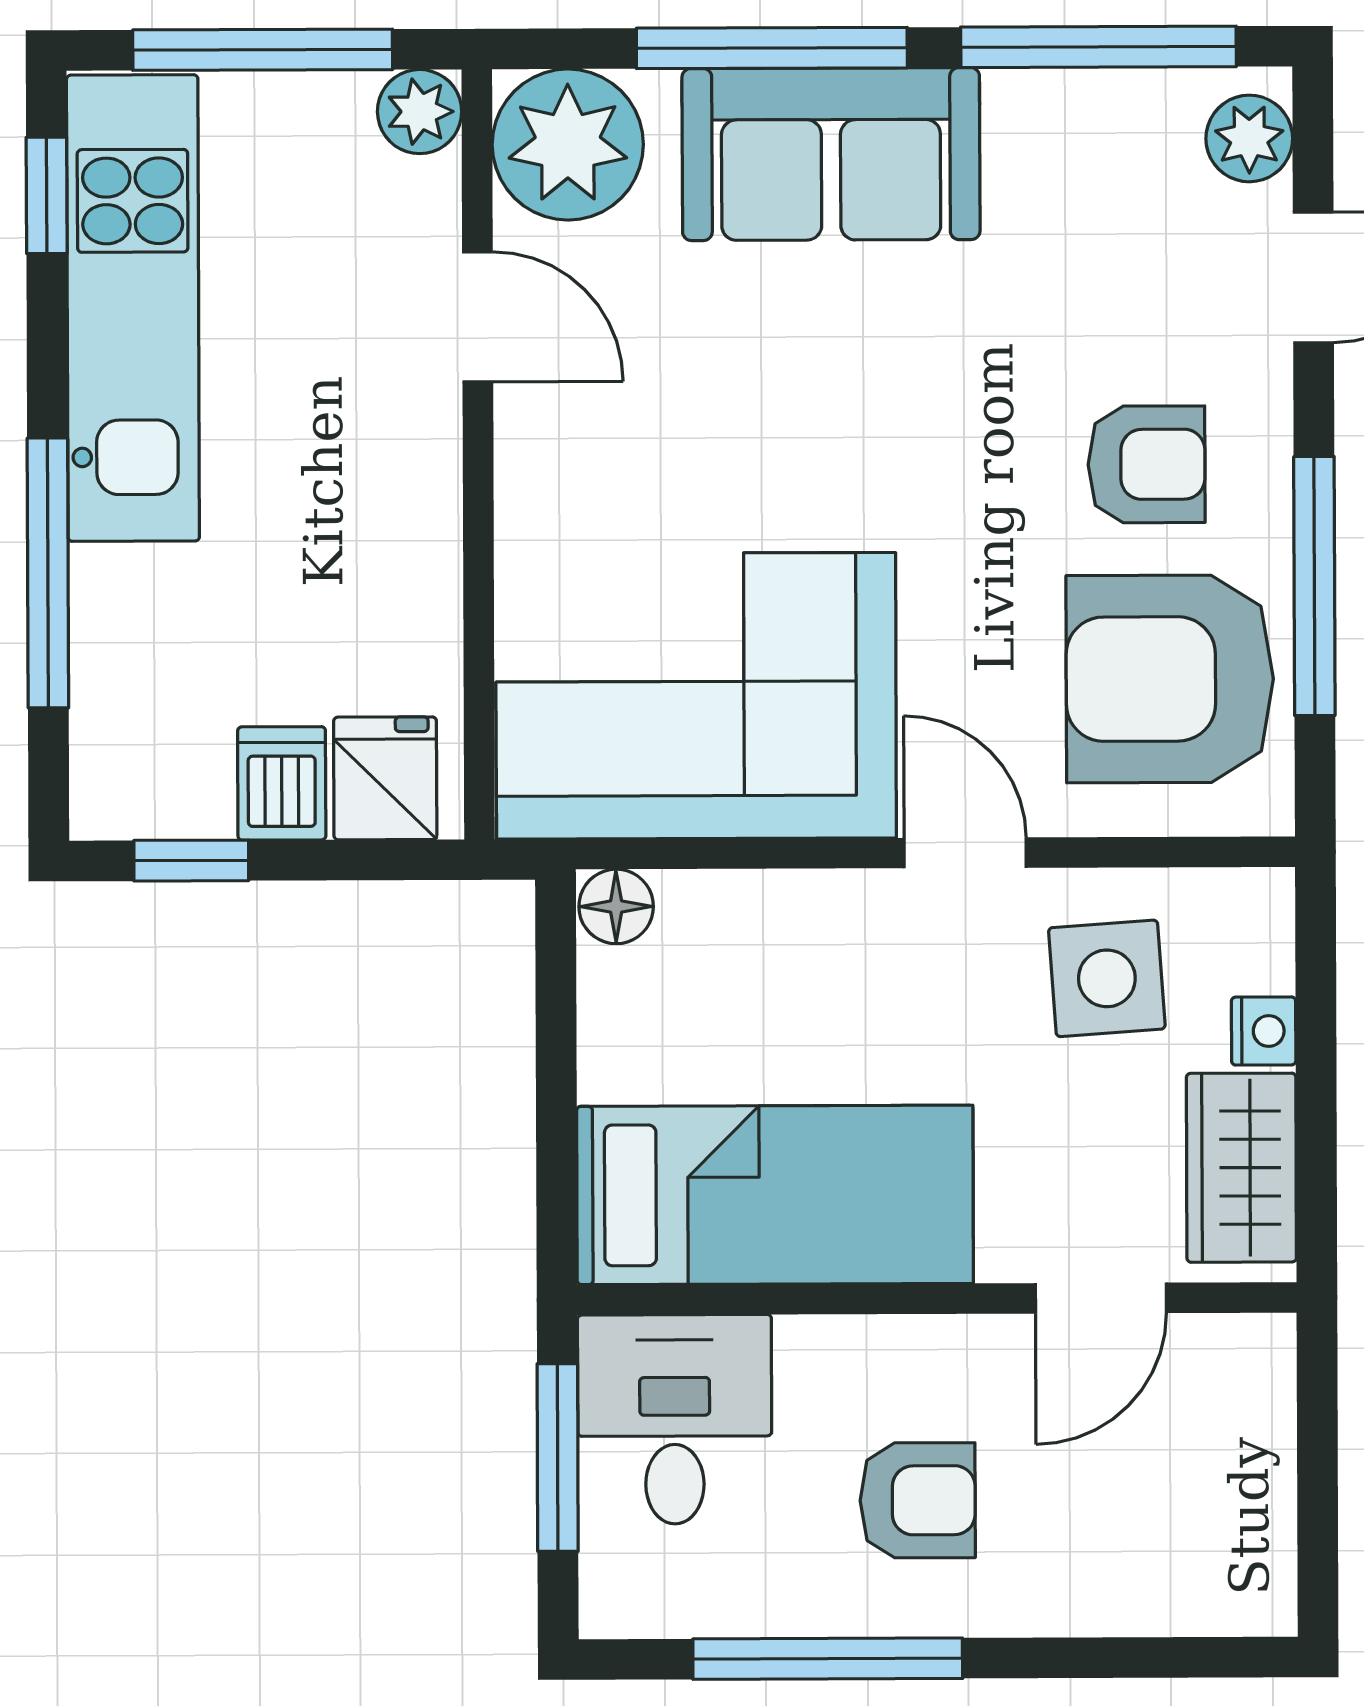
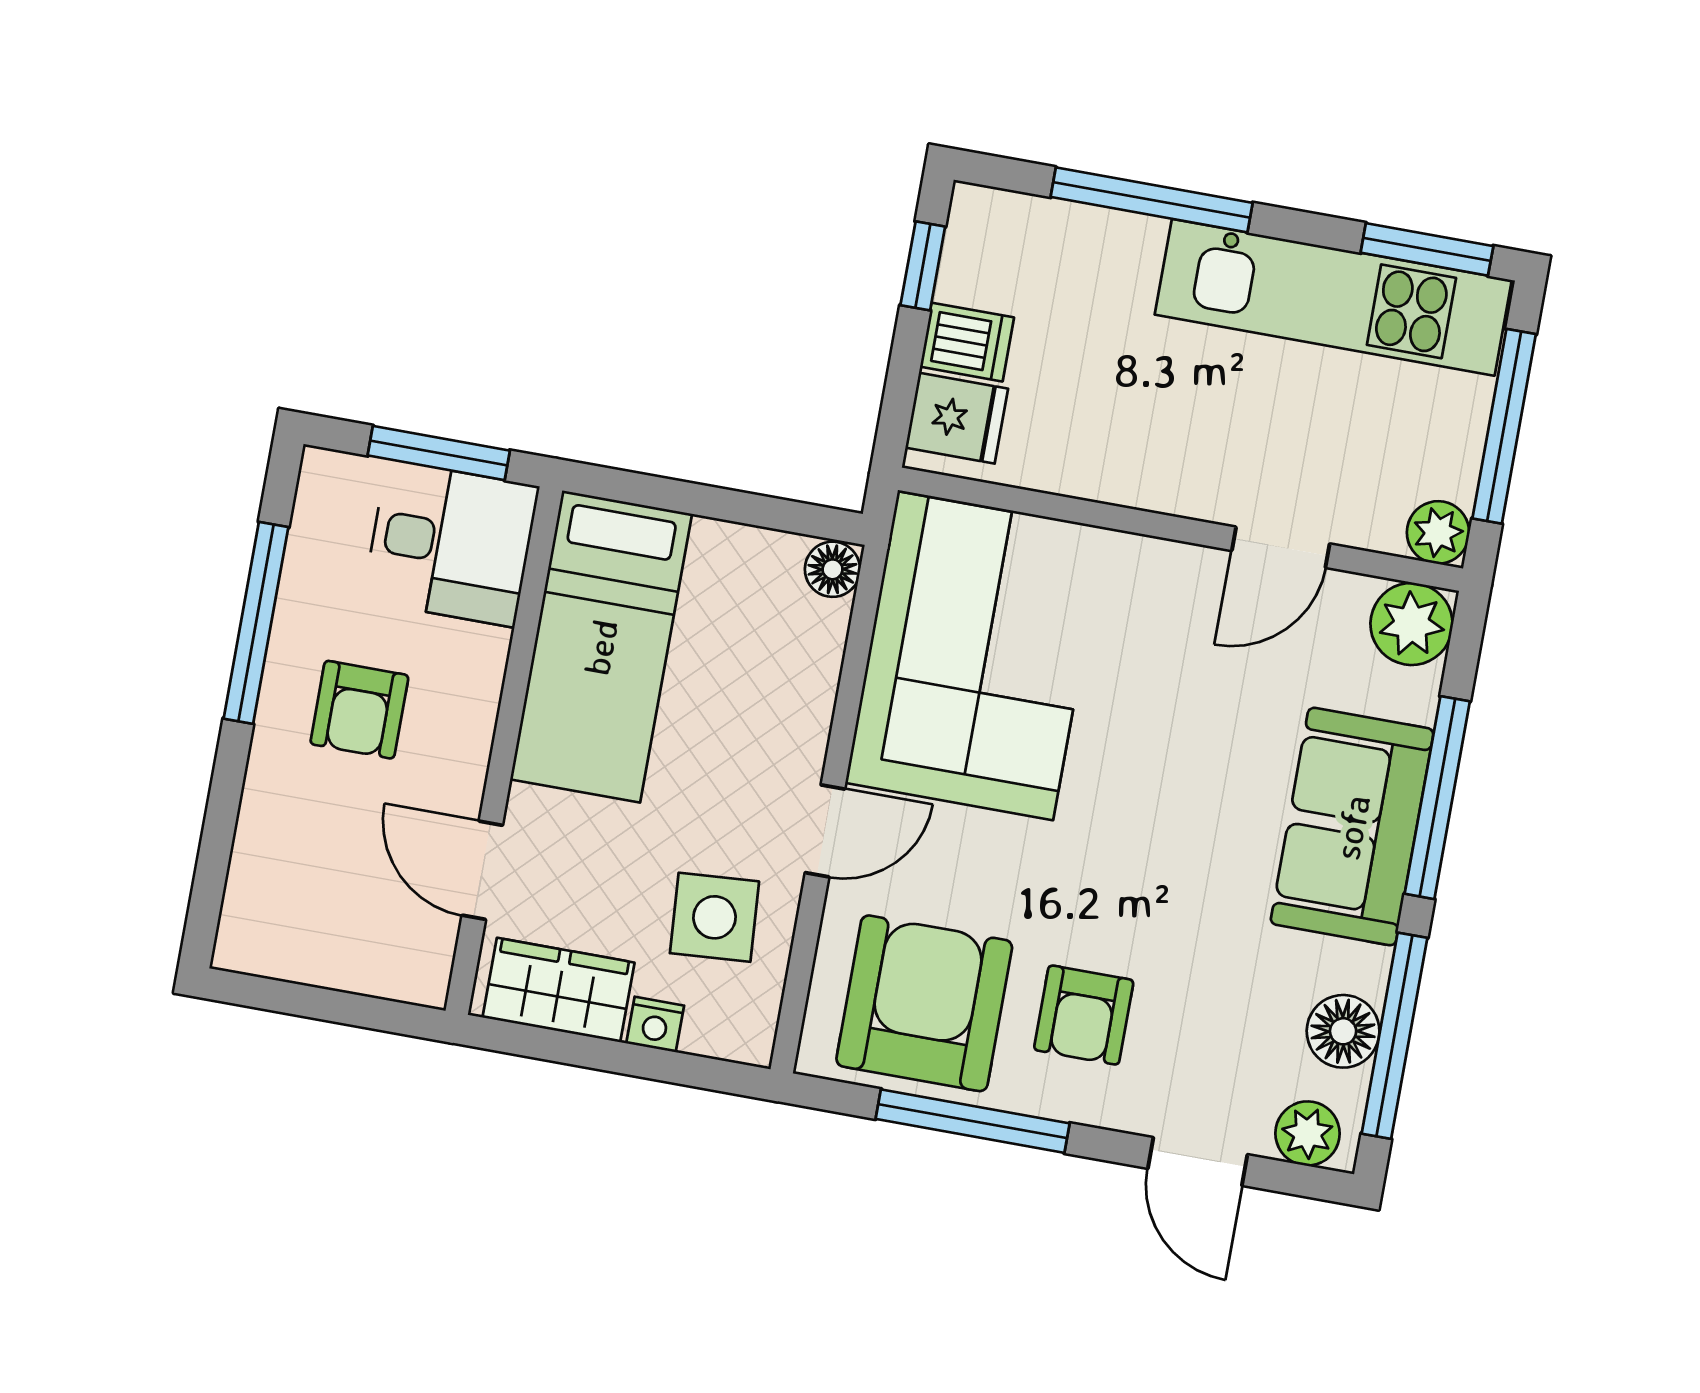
floor lamp: (1105, 116) -> (1343, 1031), added
plant: (568, 145) -> (1412, 624), width x0.73, depth x0.73
window: (47, 195) -> (1427, 249), width x1.50

